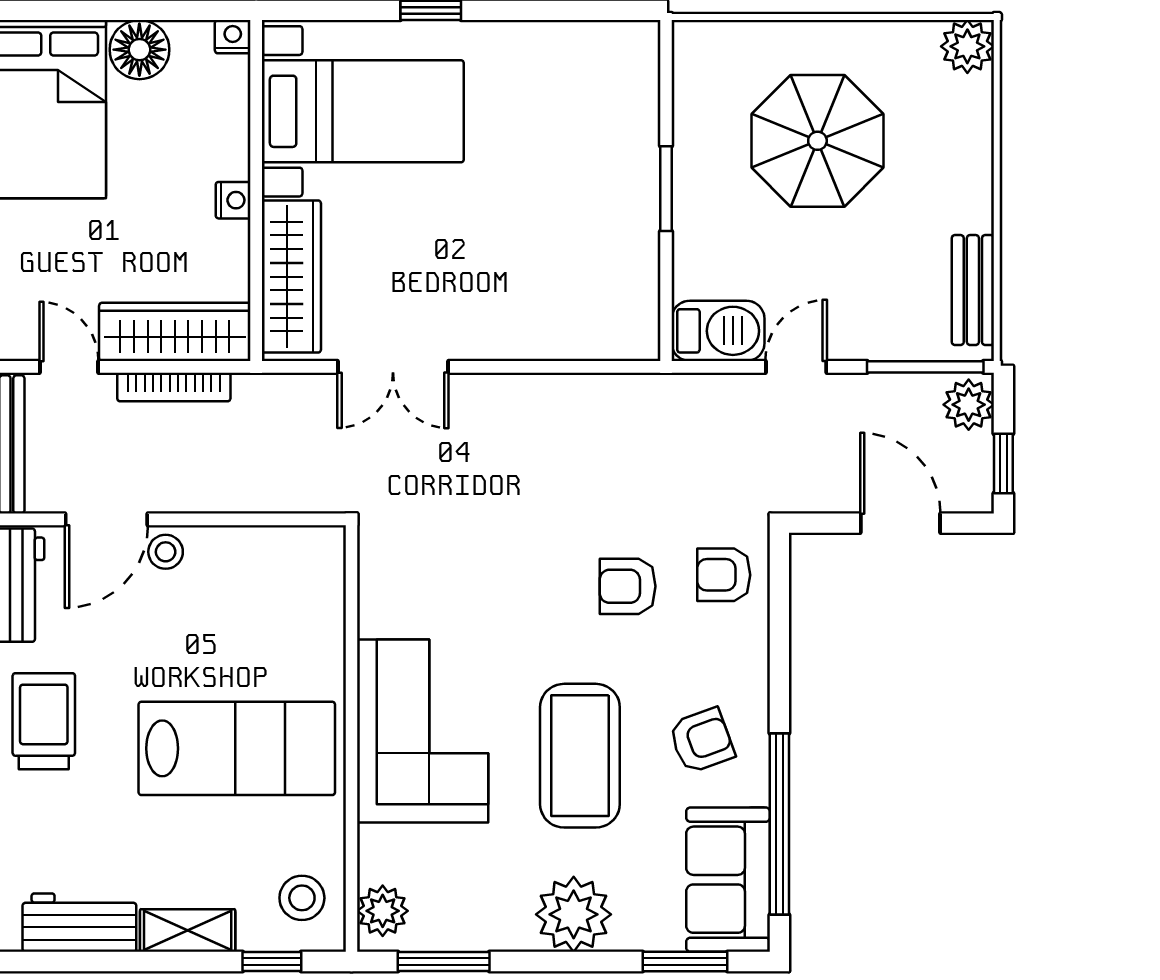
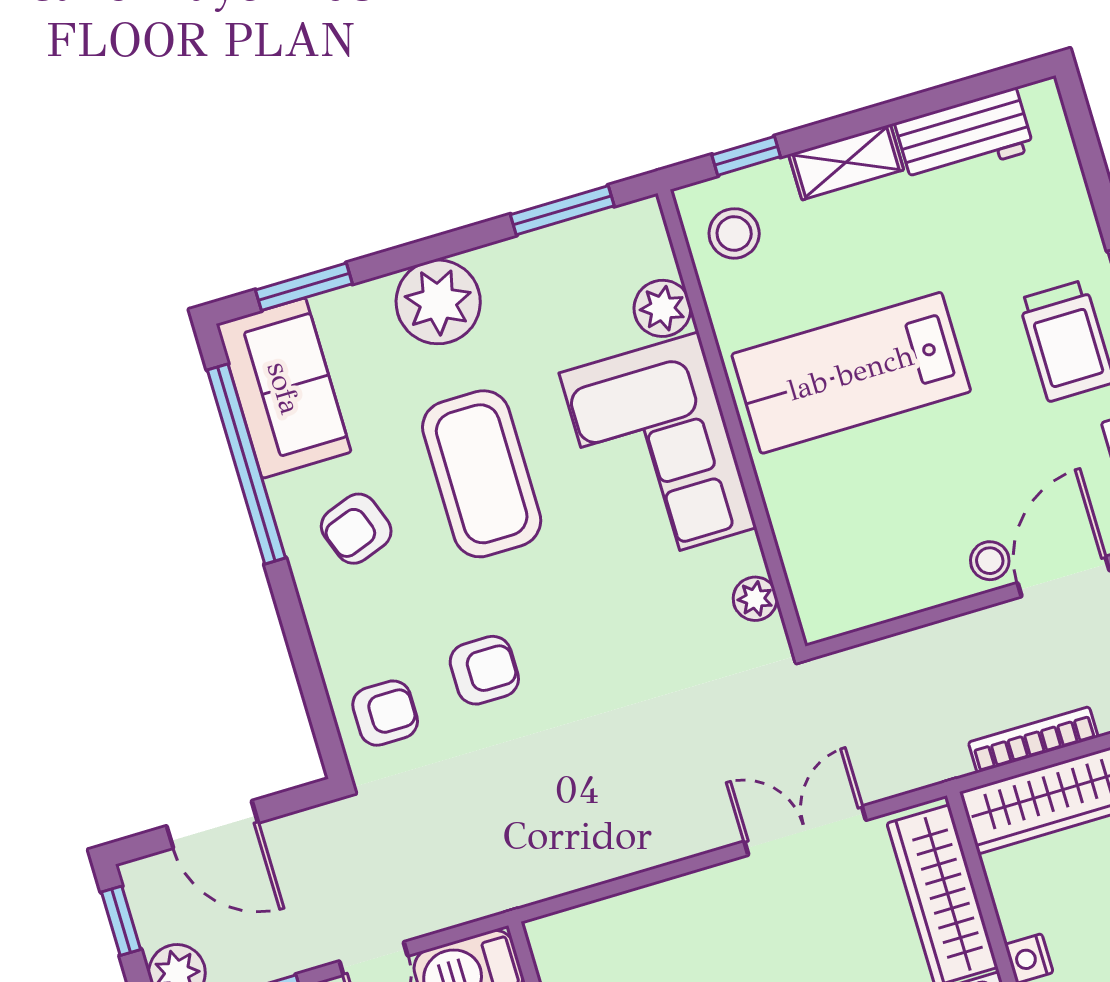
plant: (377, 579) -> (755, 599), added
plant: (383, 911) -> (662, 308), moved

